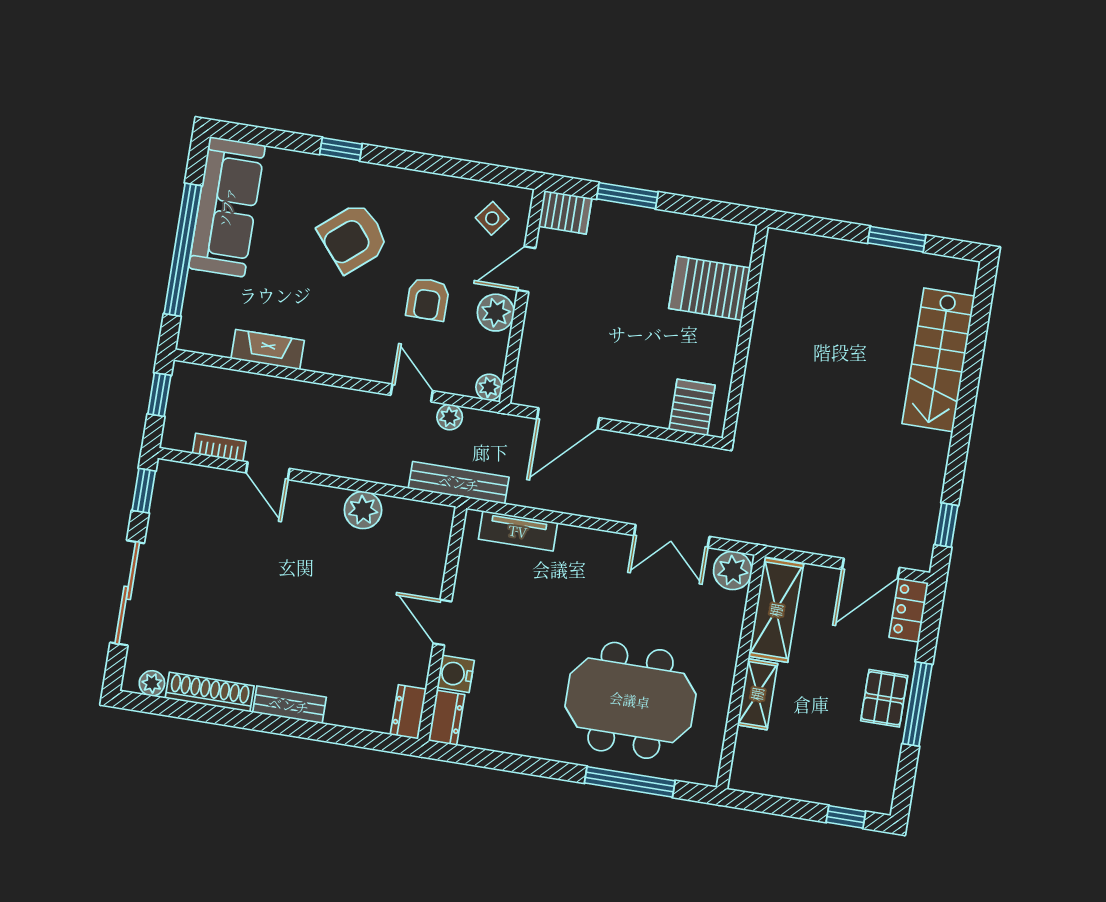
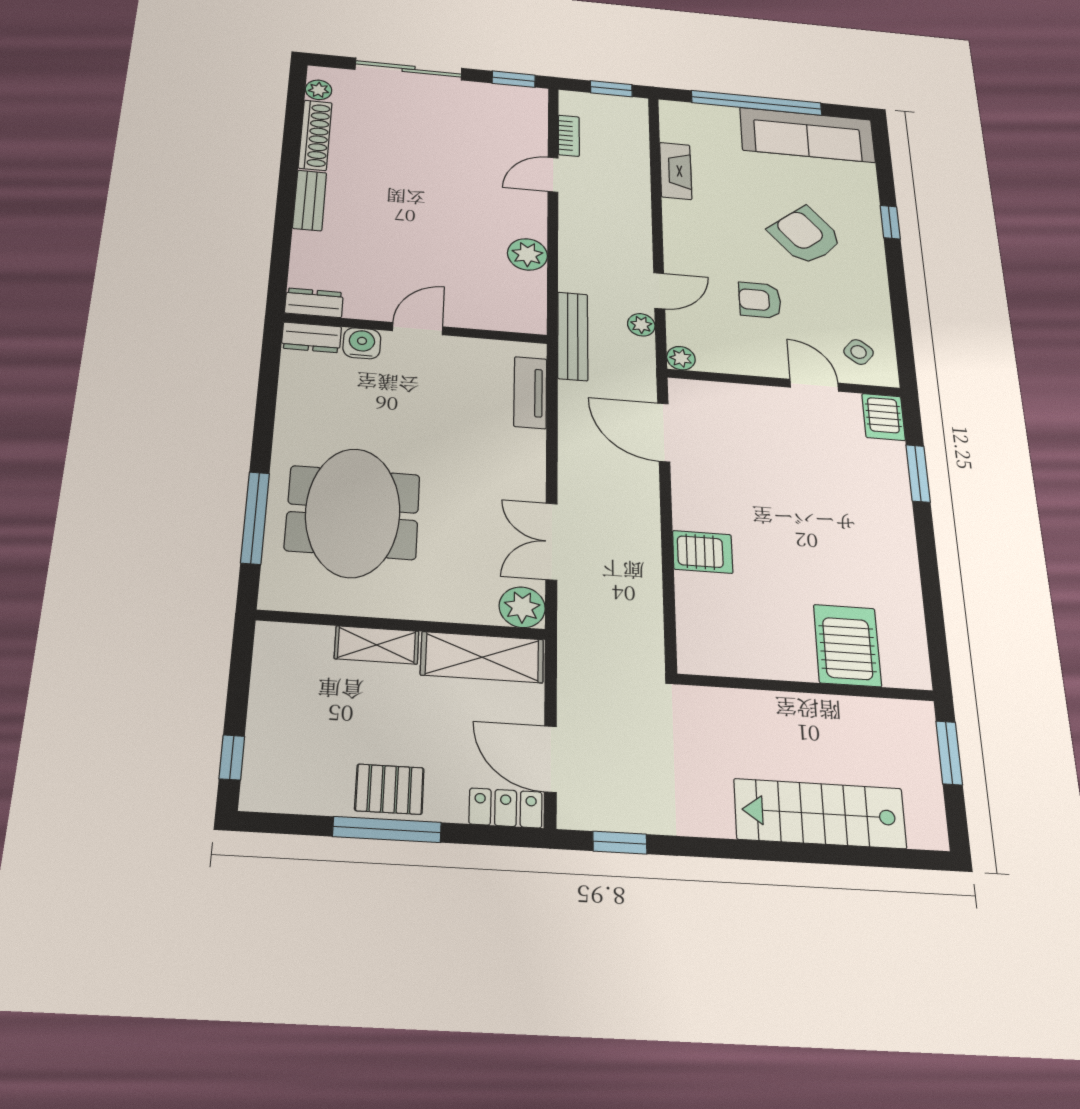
server rack: (710, 288) -> (847, 645), moved
plant: (496, 313) -> (761, 360), removed
wall: (745, 333) -> (806, 687), moved

